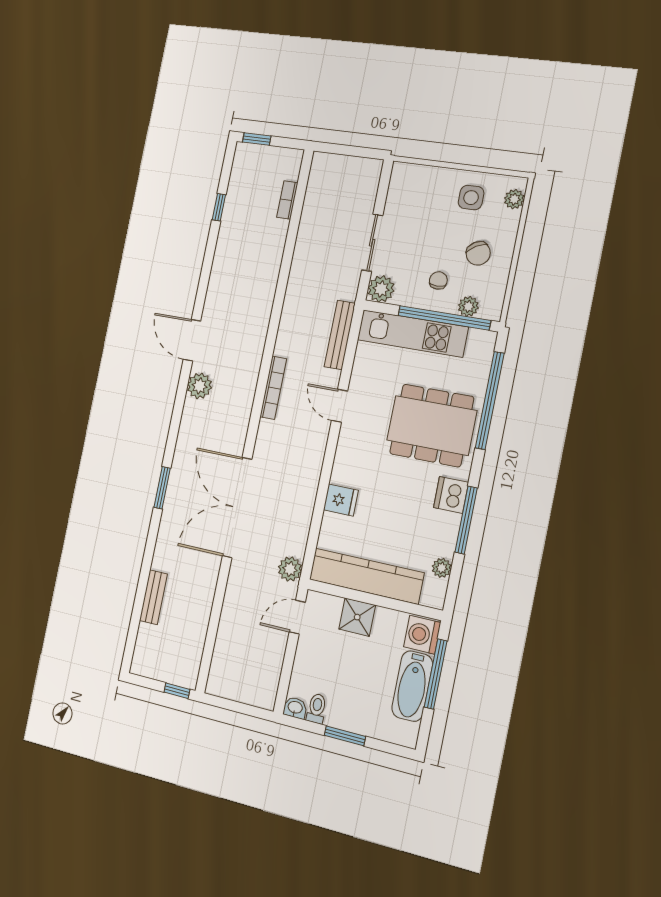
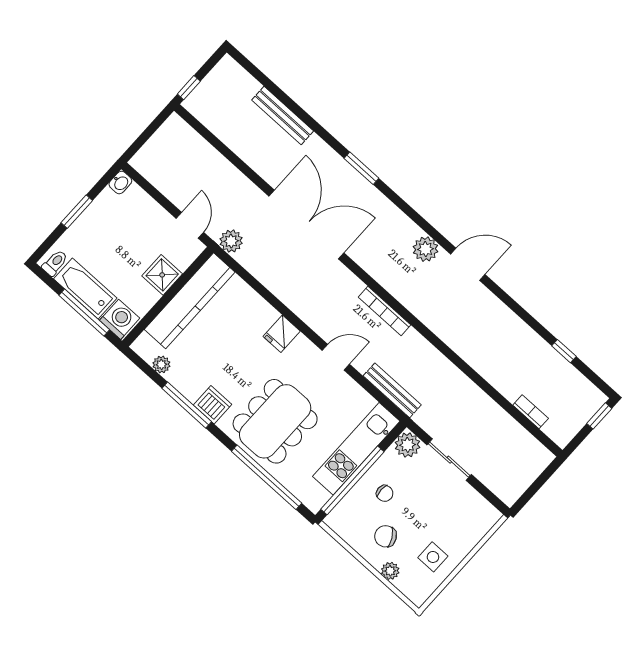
plant: (514, 199) -> (390, 571), moved
plant: (468, 306) -> (349, 504), removed
fridge: (341, 500) -> (282, 334), moved
bench: (153, 597) -> (283, 115), width x1.36
toilet: (317, 708) -> (55, 263), moved, turned -90

